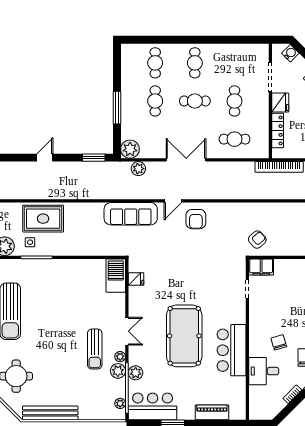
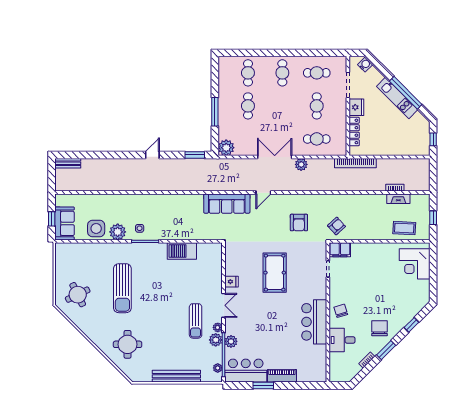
cafe table: (195, 101) -> (317, 73), moved
plant: (138, 169) -> (301, 164), moved
rug: (43, 219) -> (151, 208), removed
armchair: (196, 219) -> (299, 223), moved
barbecue: (116, 276) -> (182, 251), moved, turned -90
fridge: (136, 279) -> (231, 282), moved
pool table: (184, 336) -> (275, 273), moved, width x0.73, depth x0.76
chair: (279, 342) -> (341, 311), moved
piano: (212, 412) -> (282, 376), moved
bench: (50, 413) -> (176, 376), moved

